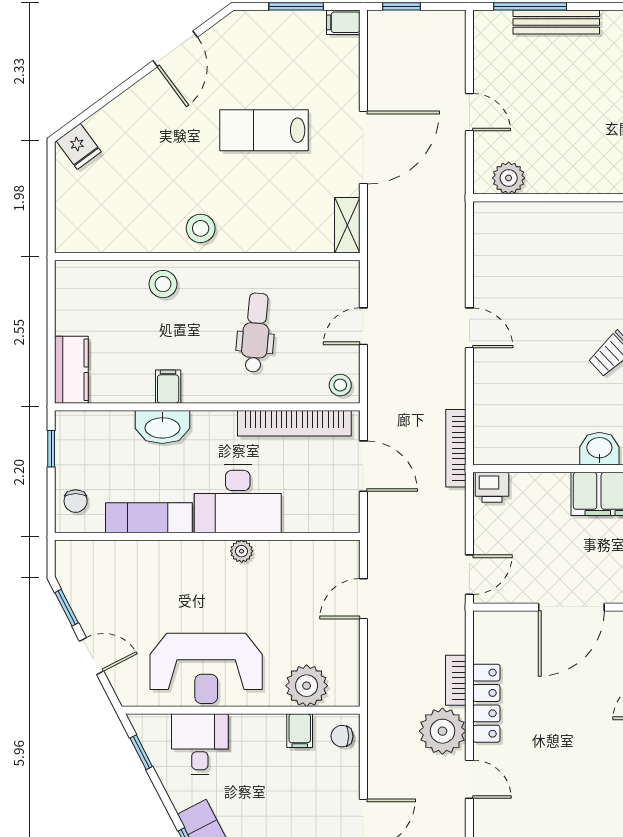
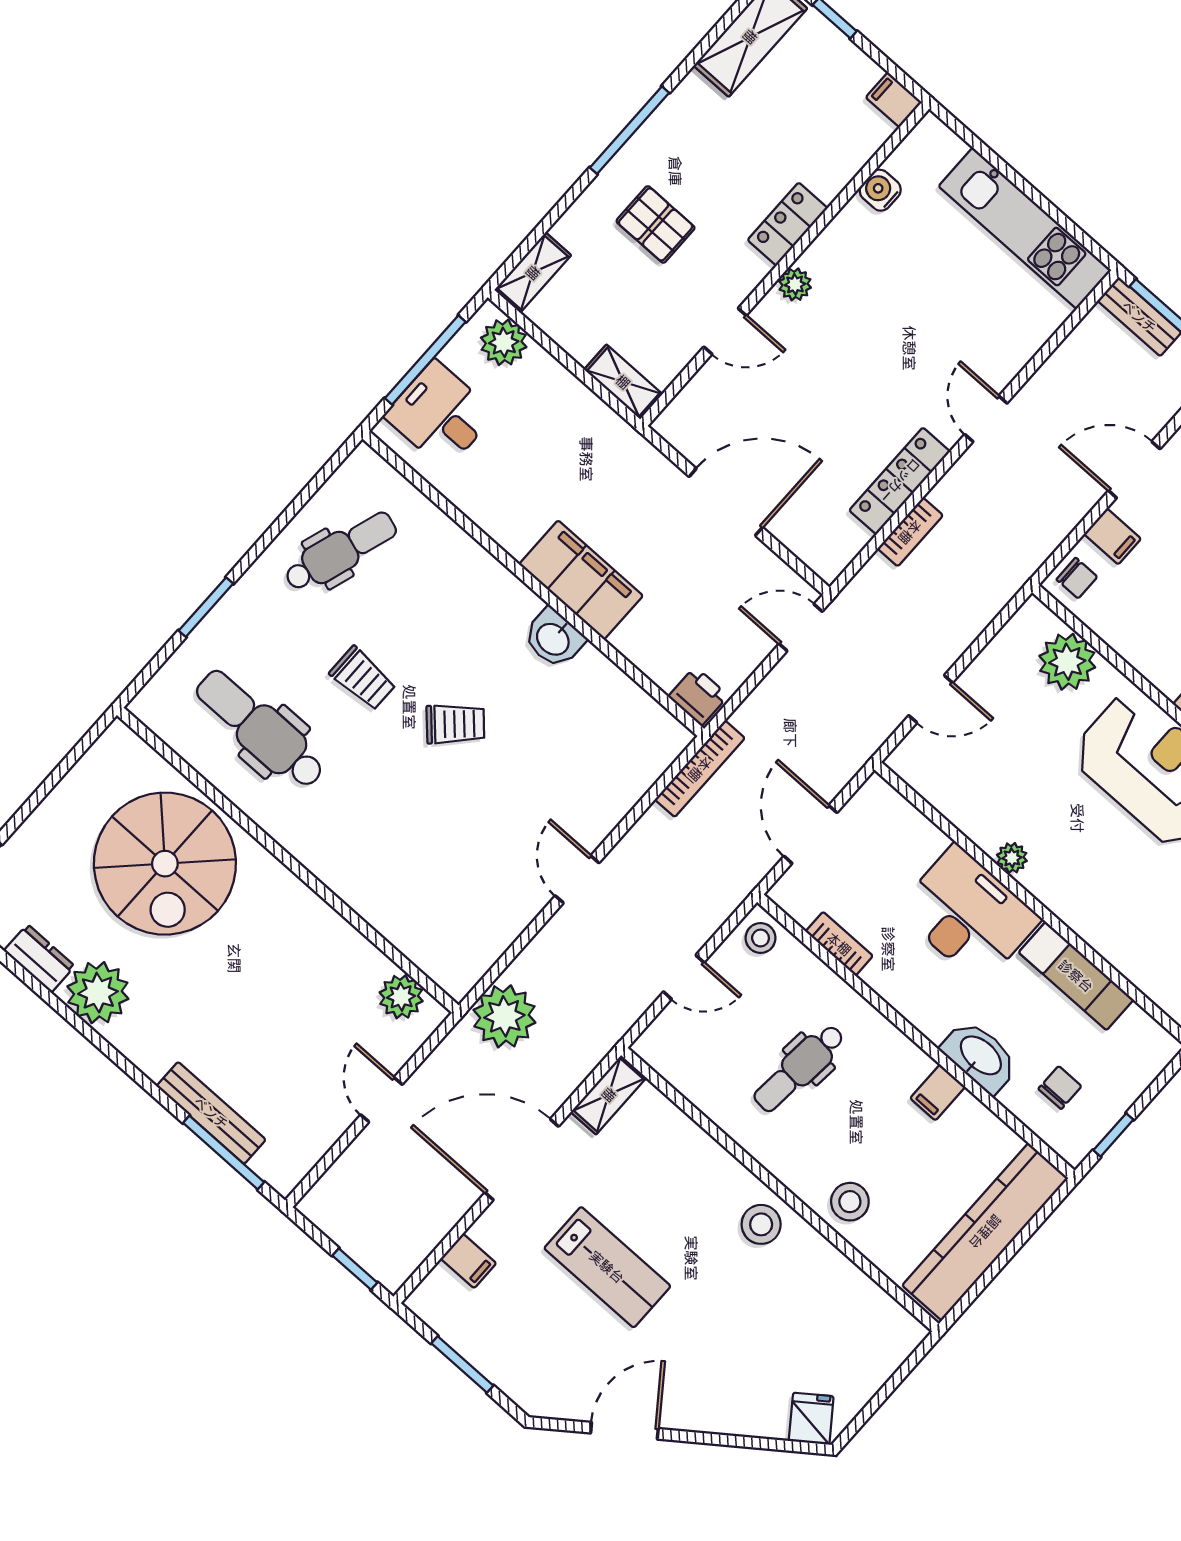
filing cabinet: (343, 22) -> (468, 1261), moved
kitchen counter: (71, 370) -> (985, 1232), width x2.08, depth x1.17
bookcase: (294, 423) -> (839, 944), width x0.43, depth x0.76
chair: (76, 501) -> (1060, 1087), moved
filing cabinet: (300, 731) -> (1112, 536), moved, turned 90
plant: (442, 731) -> (504, 1016), moved

